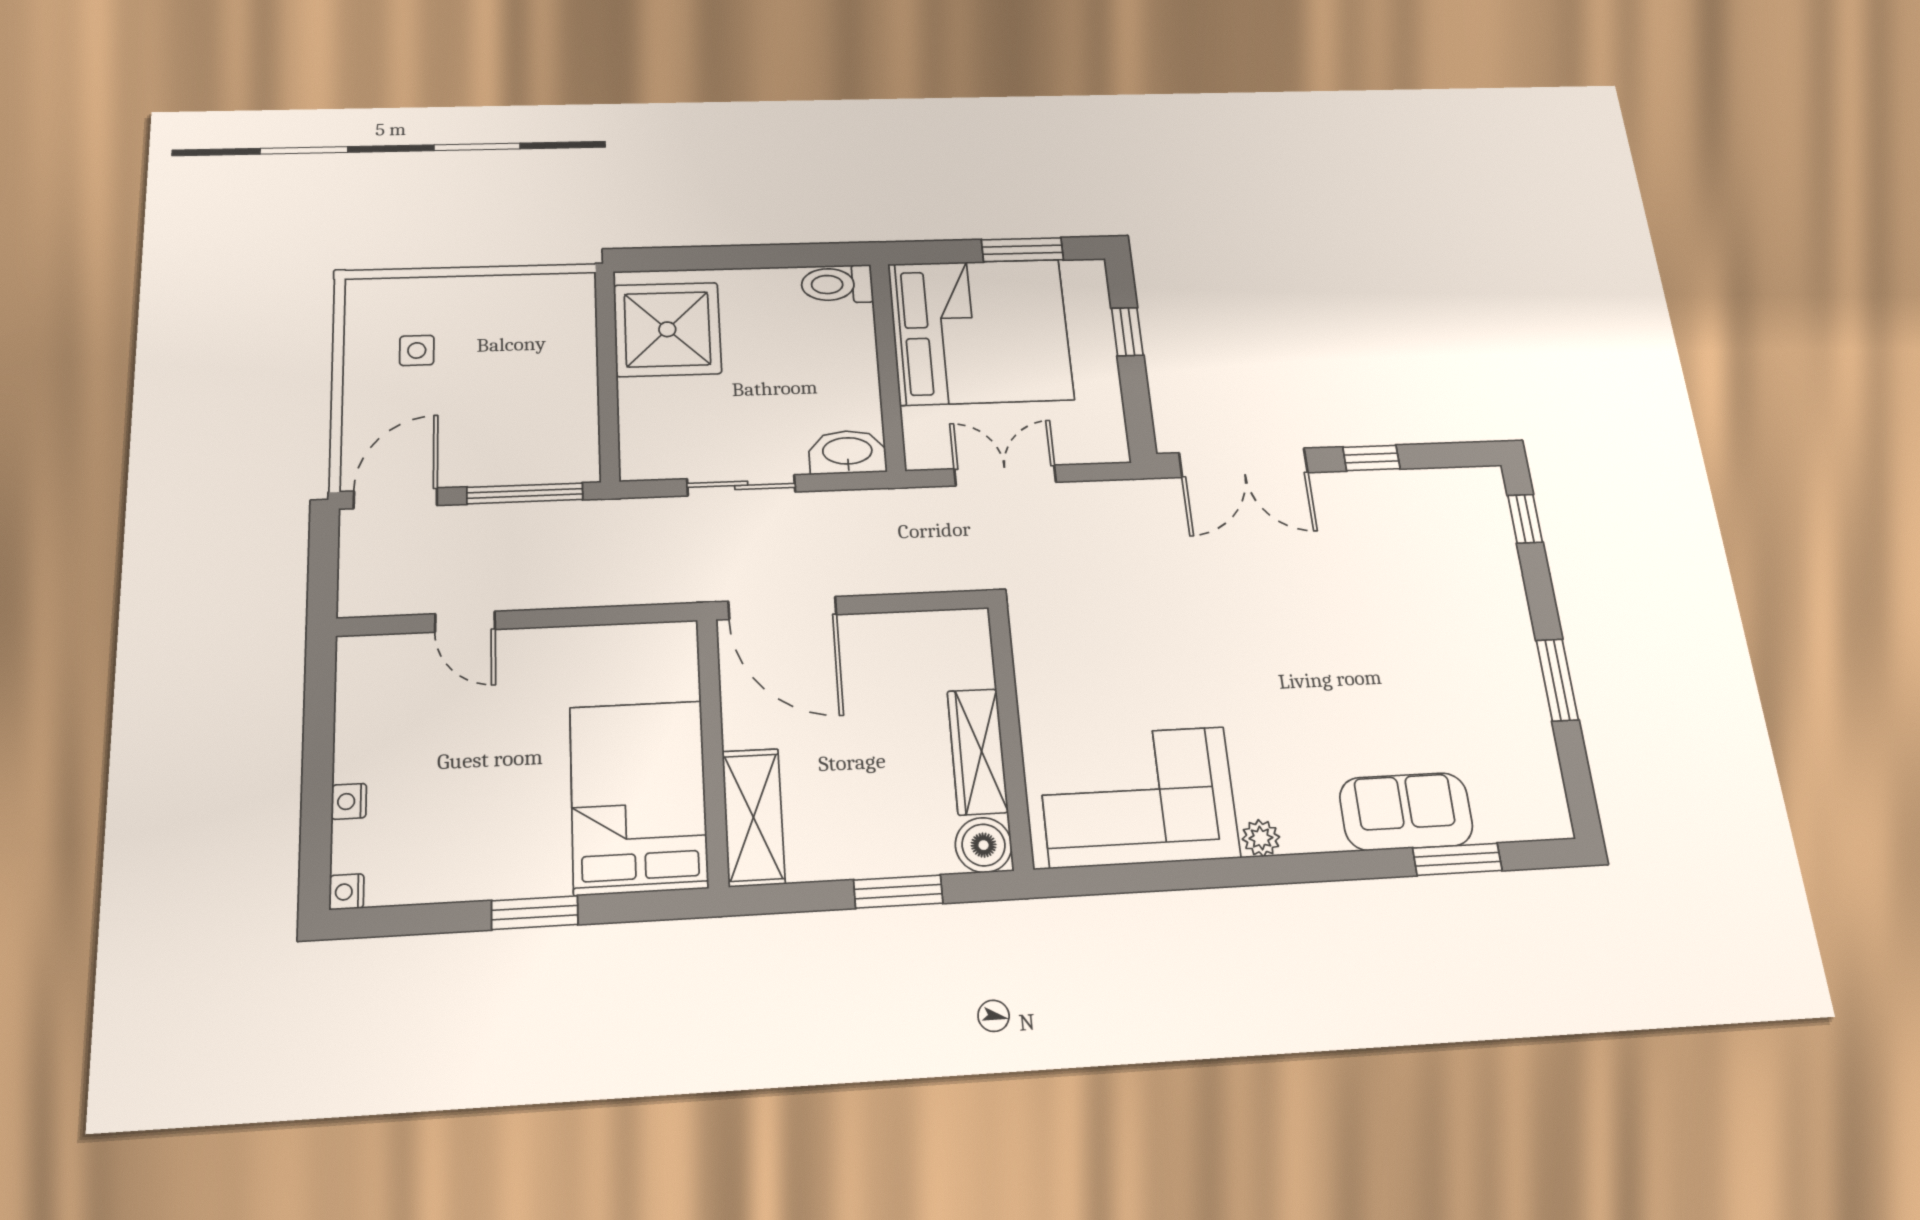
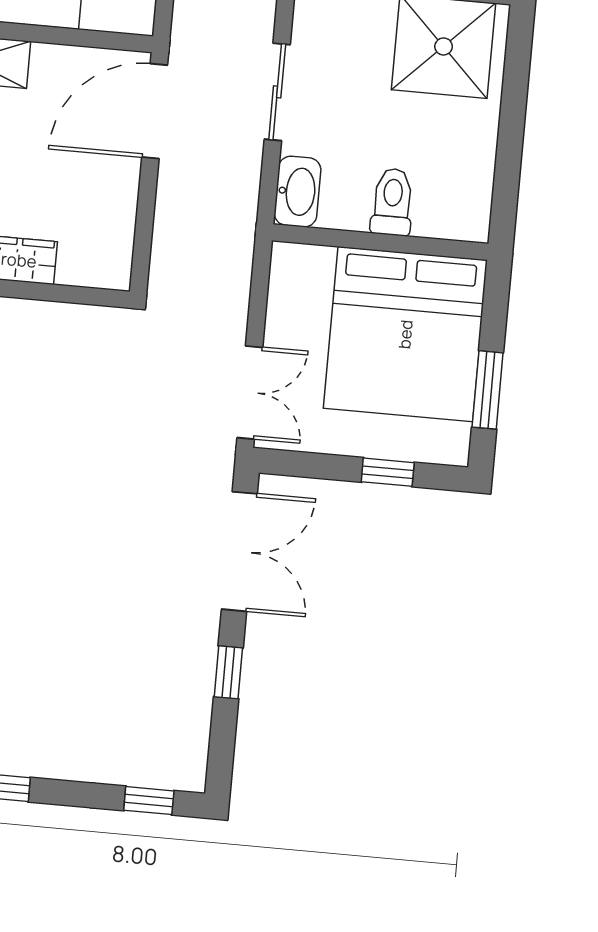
toilet: (837, 284) -> (392, 202), moved
double door: (1243, 463) -> (239, 551), swing flipped
double door: (1005, 476) -> (250, 392), moved

